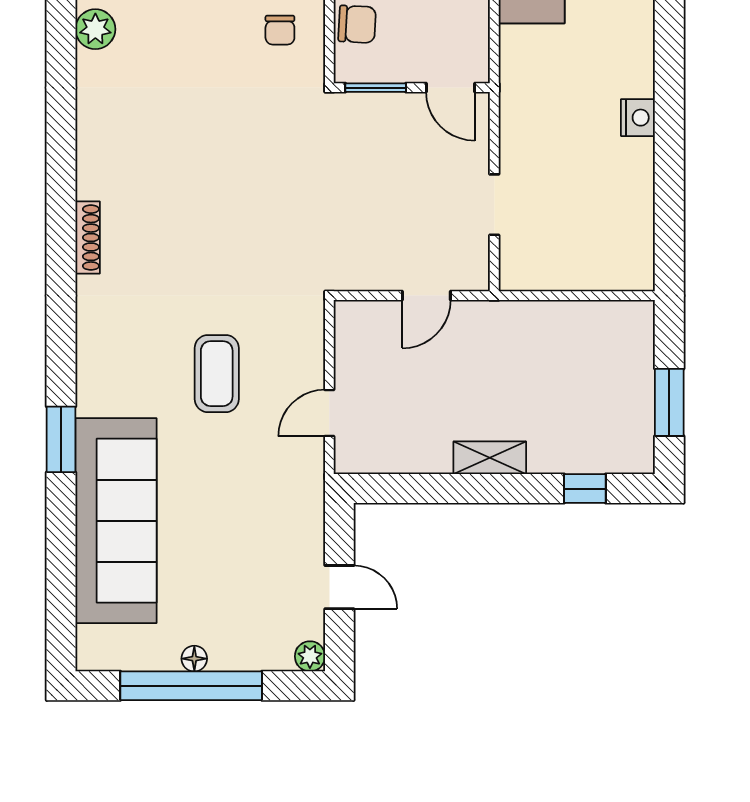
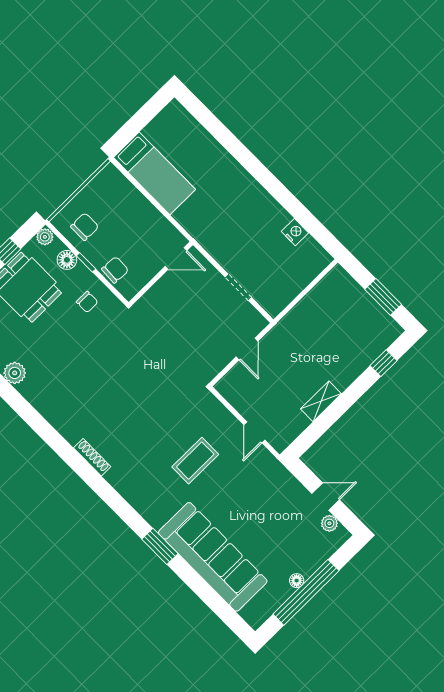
window: (376, 88) -> (147, 287), removed
nightstand: (638, 118) -> (295, 232), moved
coffee table: (217, 374) -> (195, 461), turned 90
shelving: (490, 458) -> (321, 401), moved
plant: (310, 656) -> (329, 523), moved

